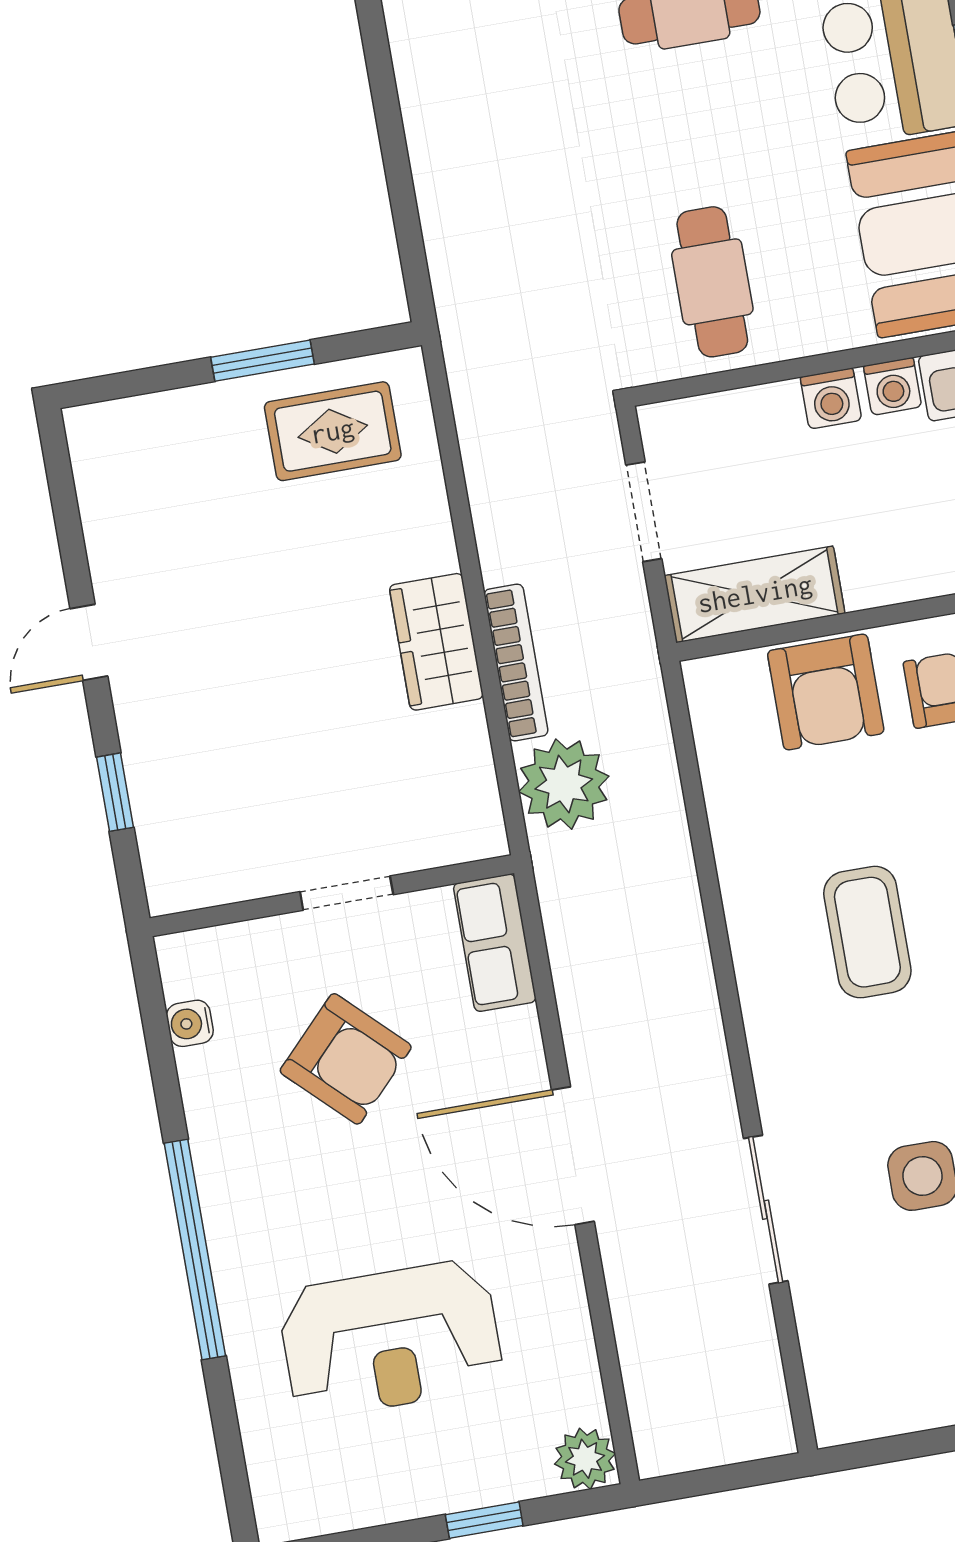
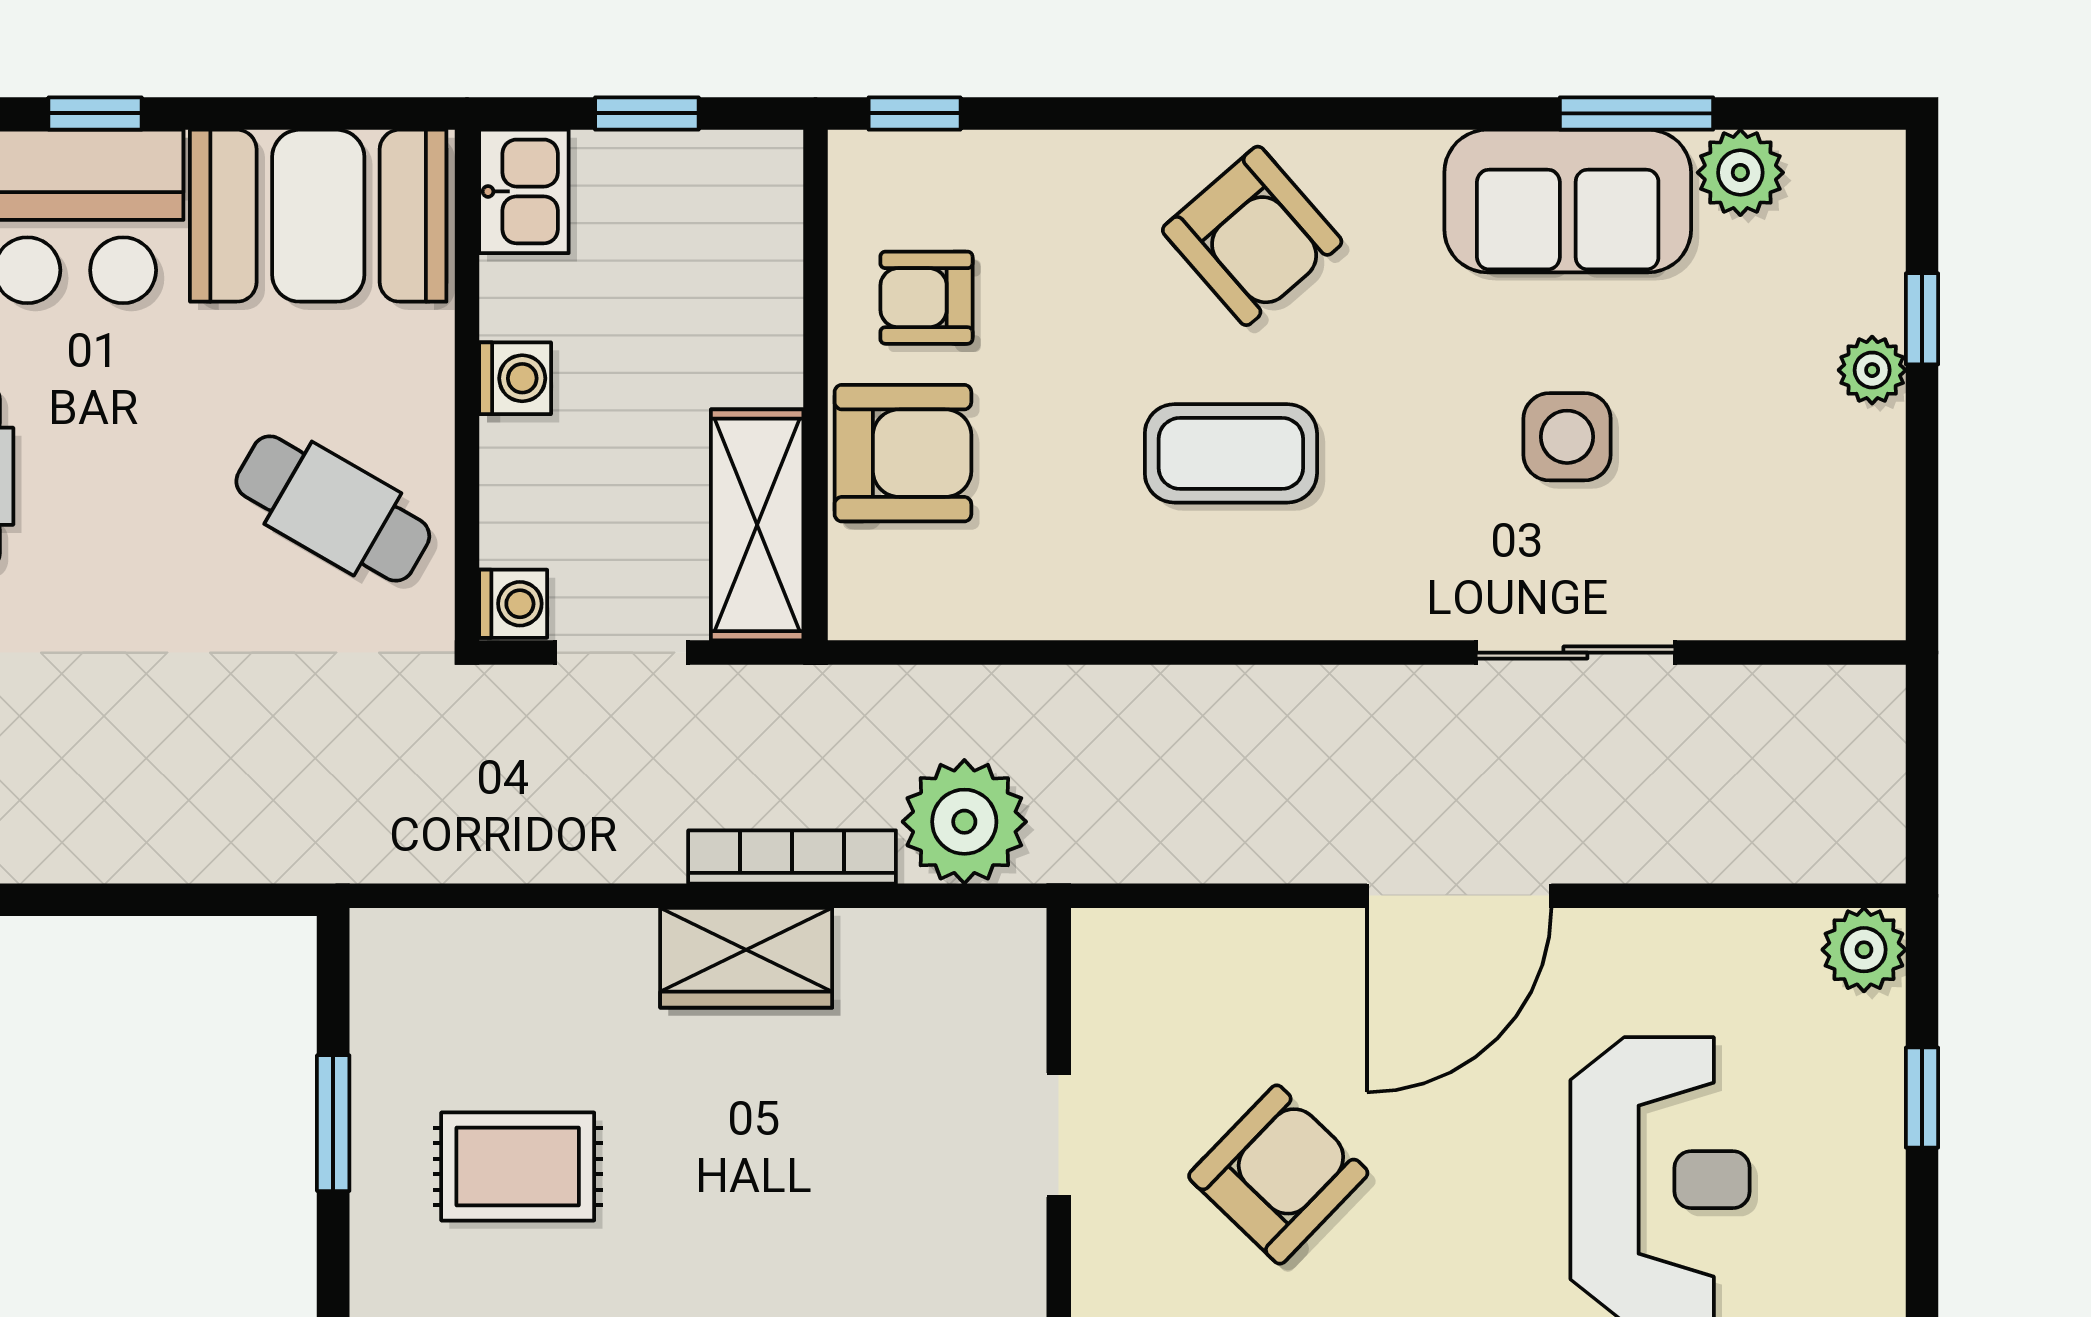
cafe table: (712, 282) -> (333, 509), turned 30
washing machine: (893, 386) -> (513, 604), moved
rug: (333, 431) -> (518, 1167), moved, turned 90
row of seats: (495, 943) -> (1159, 950), removed

